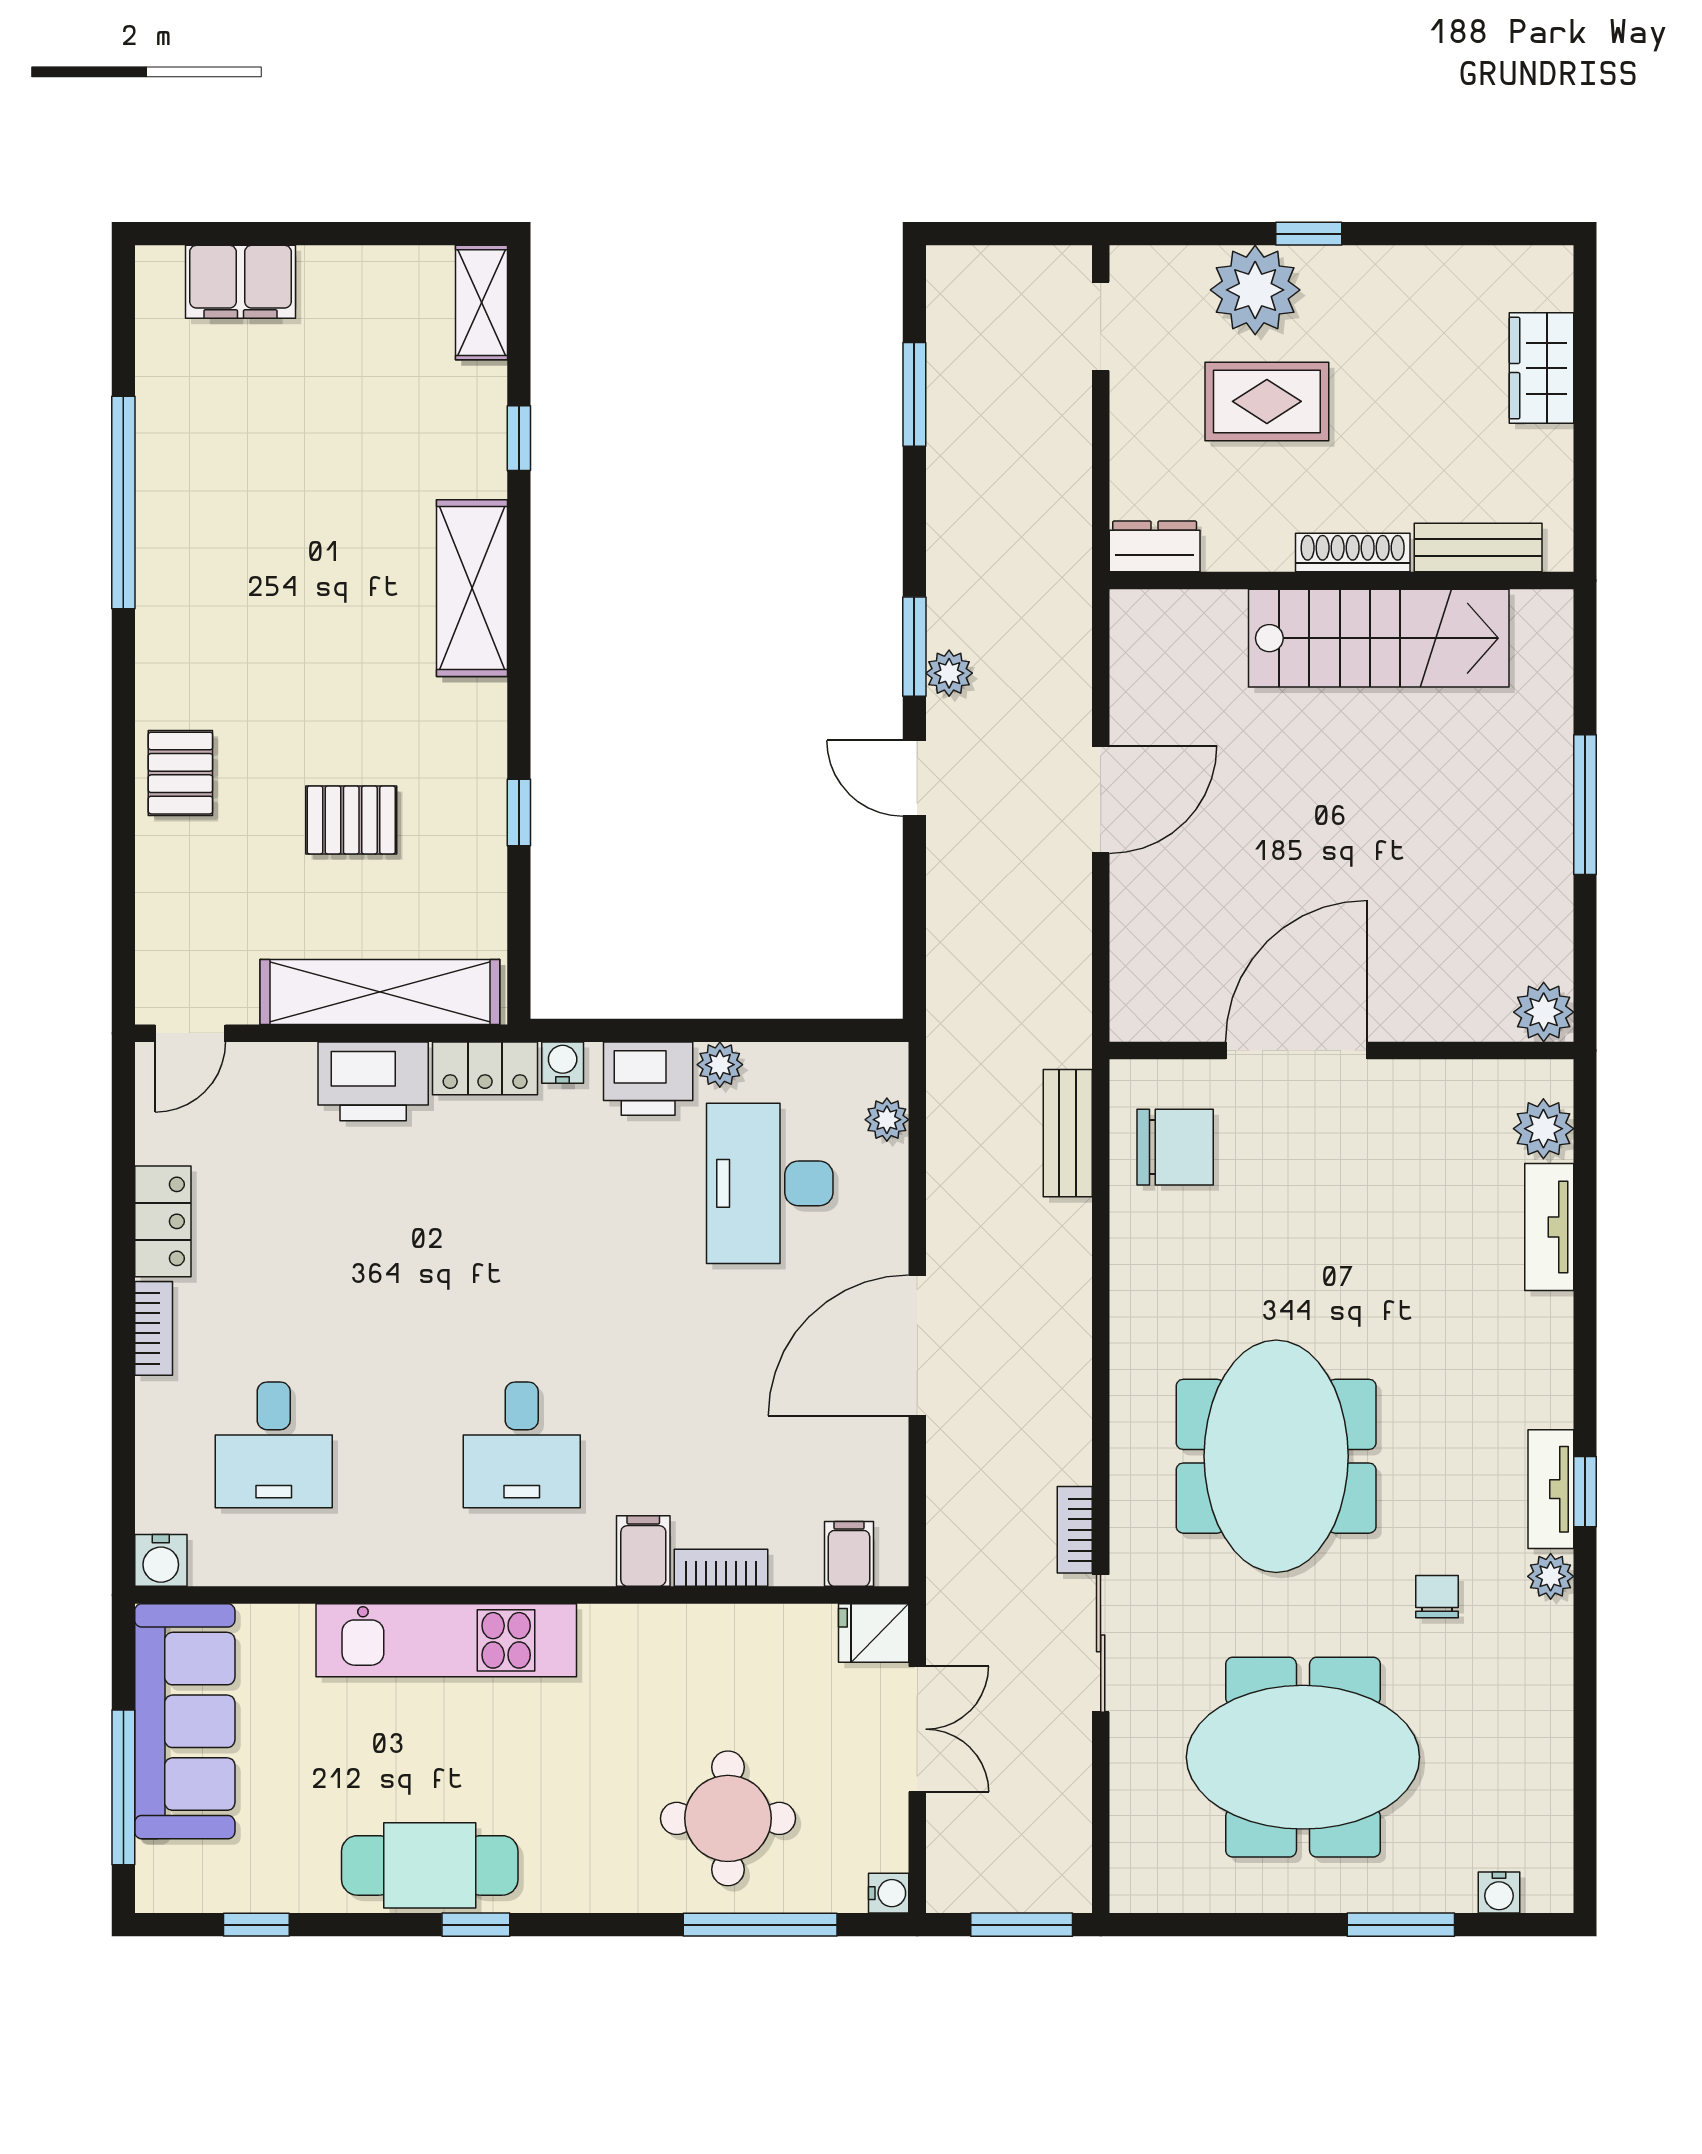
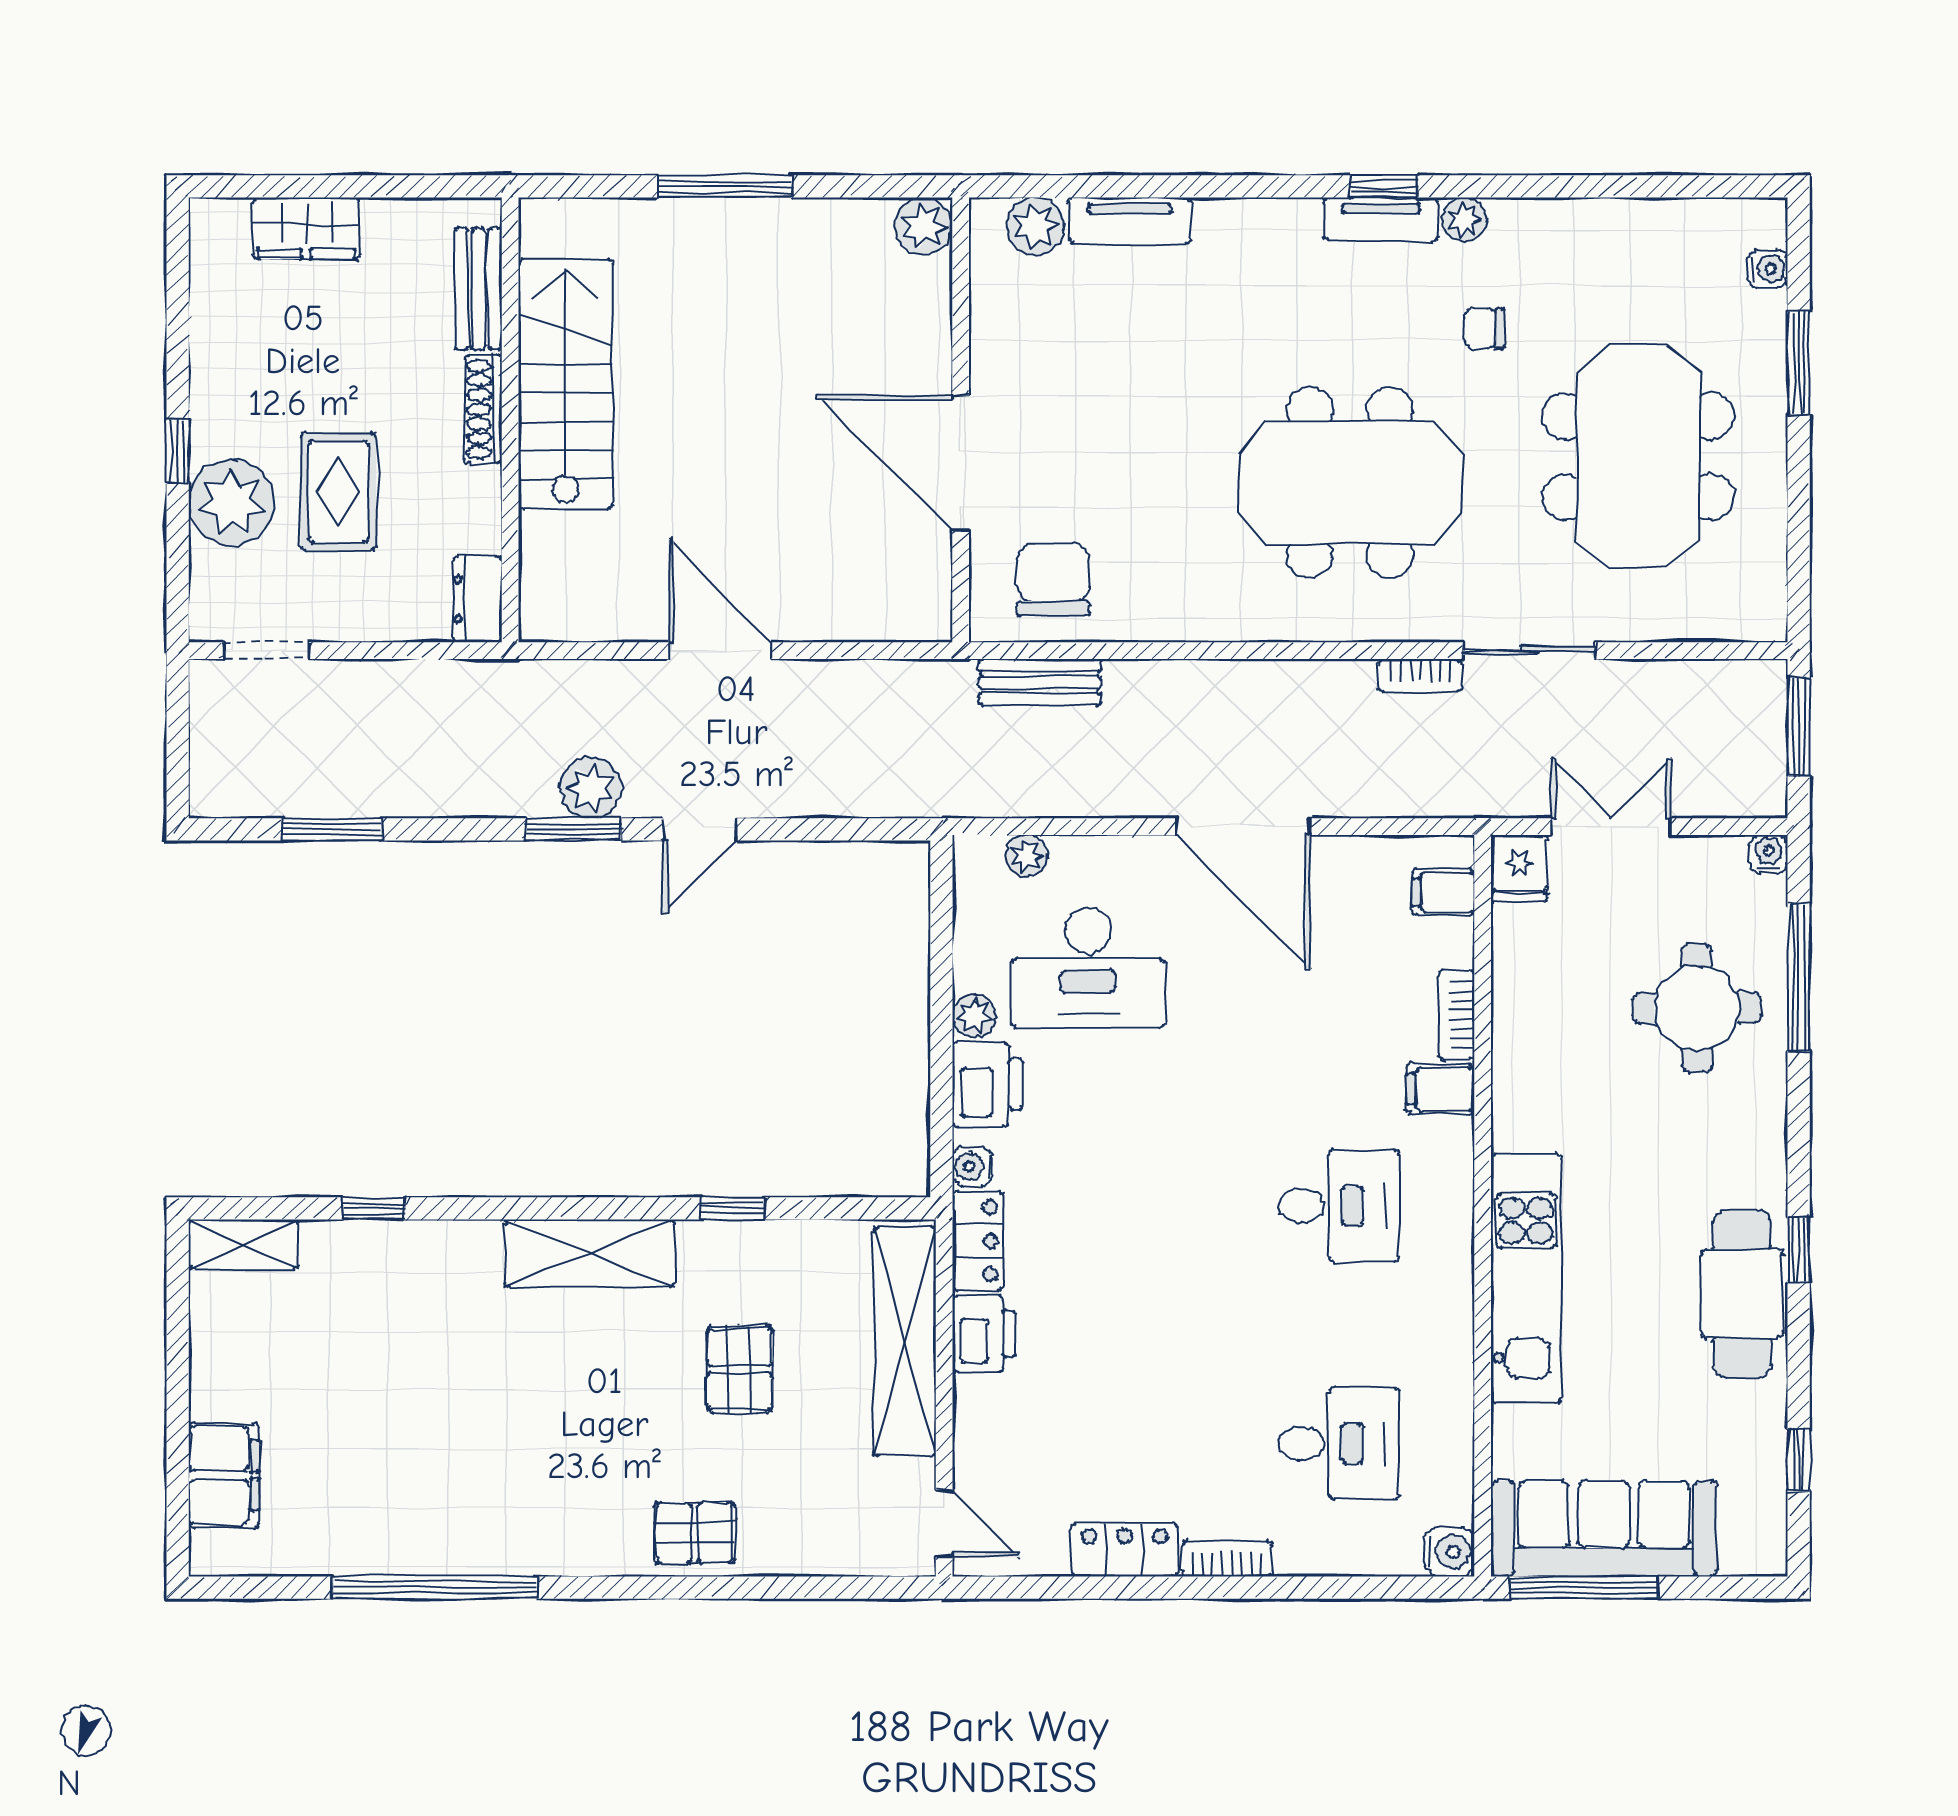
shelving: (472, 588) -> (590, 1253), moved
plant: (949, 673) -> (591, 788), width x1.38, depth x1.38
printer: (373, 1081) -> (984, 1334), width x0.73, depth x0.84
window: (123, 1787) -> (1584, 1588), moved

